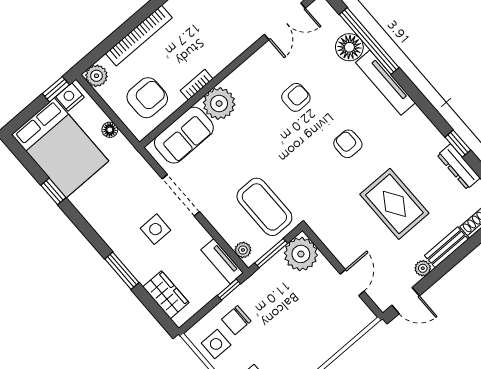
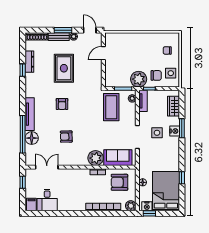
plant: (301, 254) -> (139, 79), moved
nightstand: (130, 256) -> (175, 131), added
window: (449, 264) -> (63, 30), added

